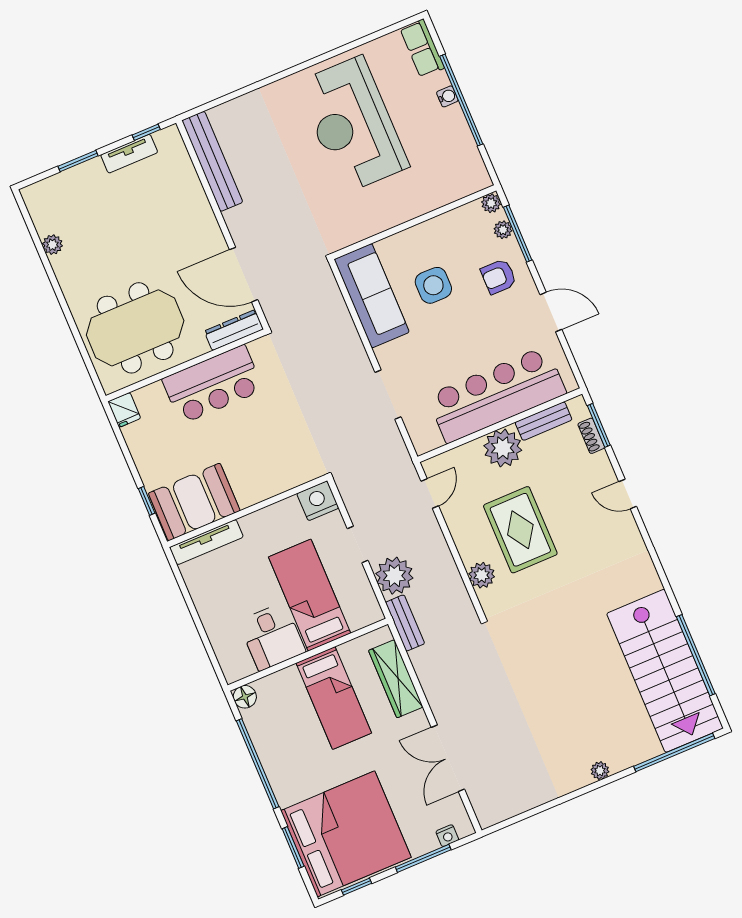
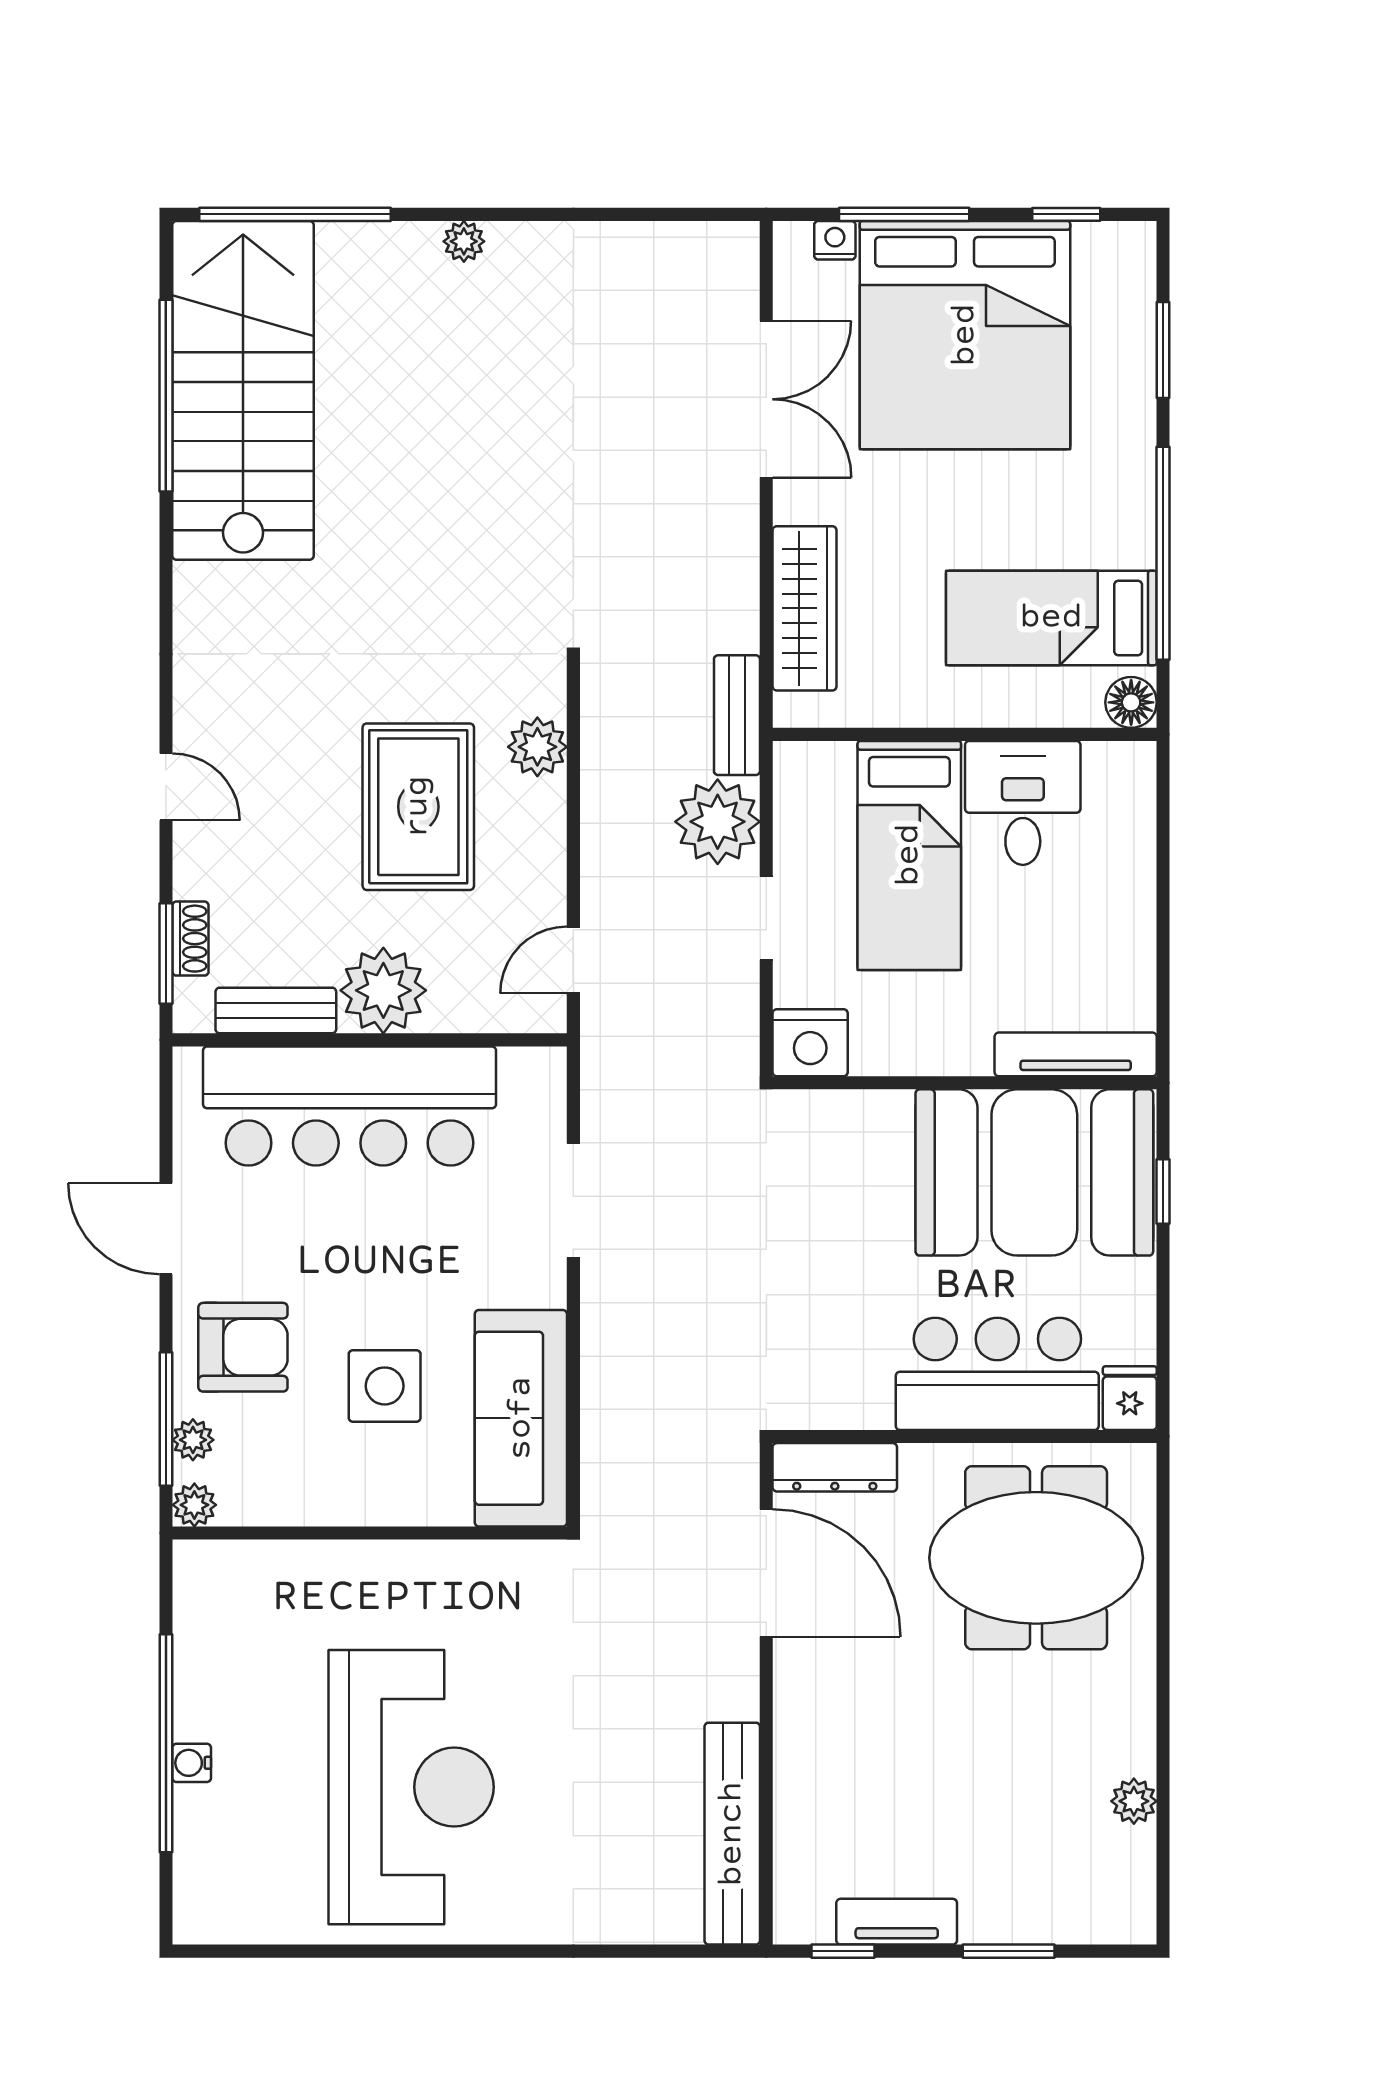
row of seats: (422, 48) -> (201, 1884), removed
armchair: (498, 277) -> (243, 1347), width x1.38, depth x1.38
bar counter: (213, 384) -> (997, 1374), moved
booth: (194, 502) -> (1034, 1172), width x1.36, depth x1.42
bed: (334, 698) -> (1051, 618), moved, turned -90
bed: (346, 834) -> (965, 335), moved, turned -90

